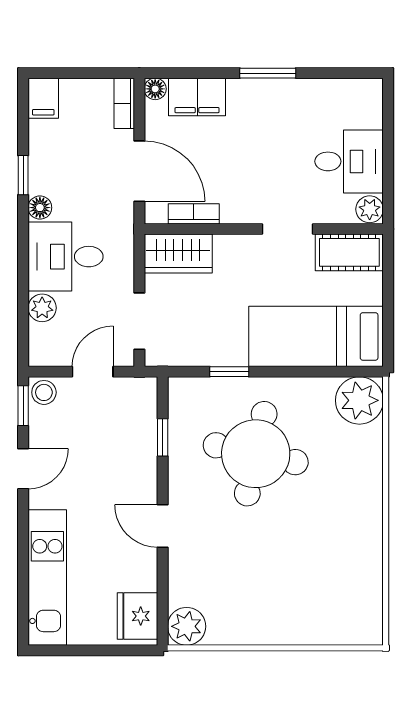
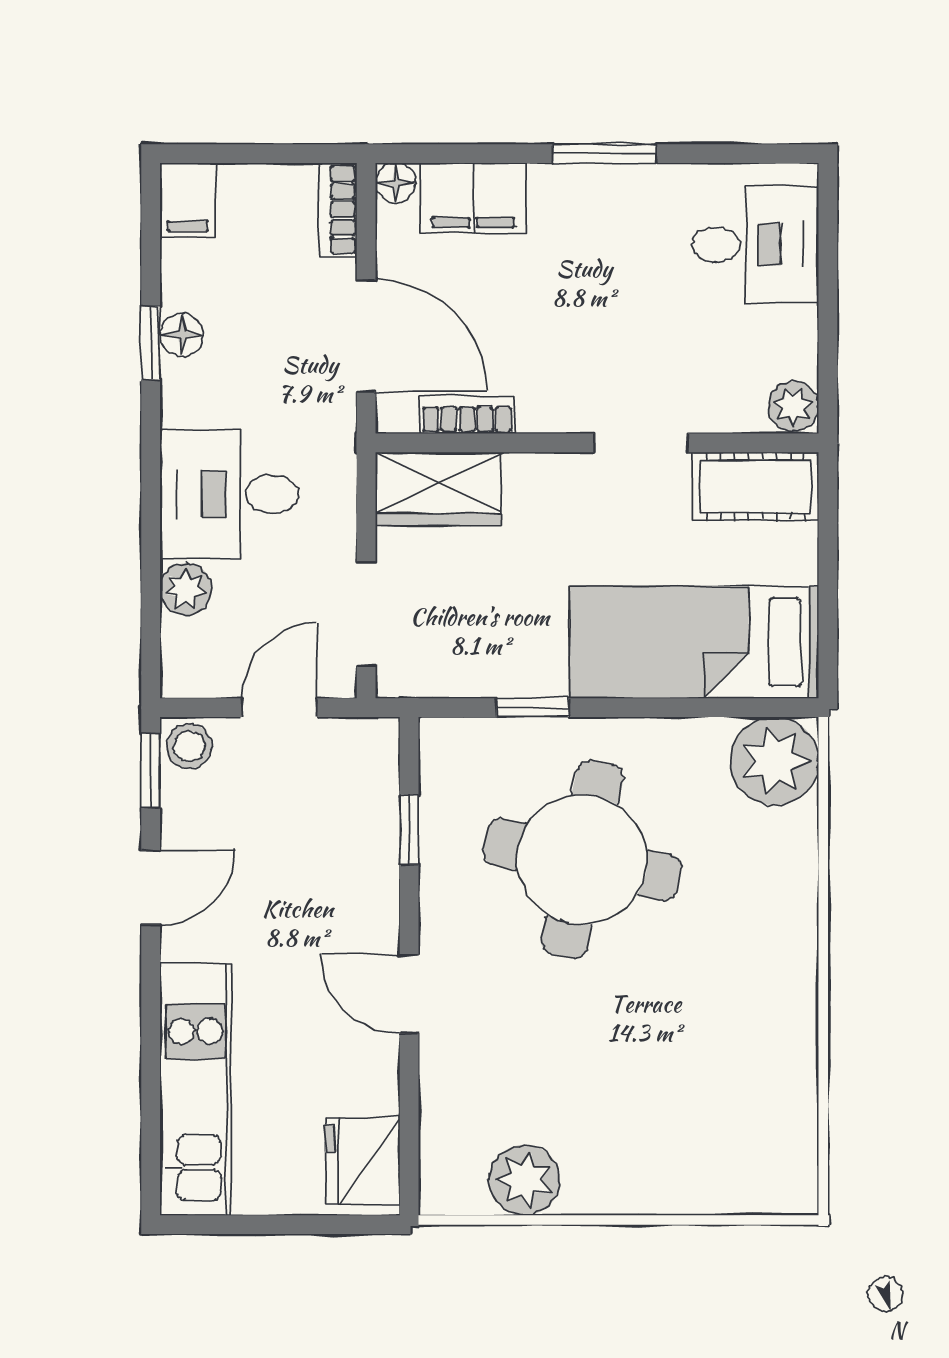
desk: (349, 161) -> (755, 245), moved
floor lamp: (40, 208) -> (182, 335), moved
plant: (187, 626) -> (525, 1180), moved

